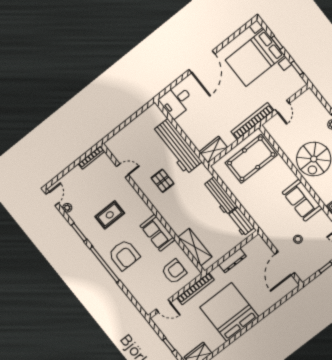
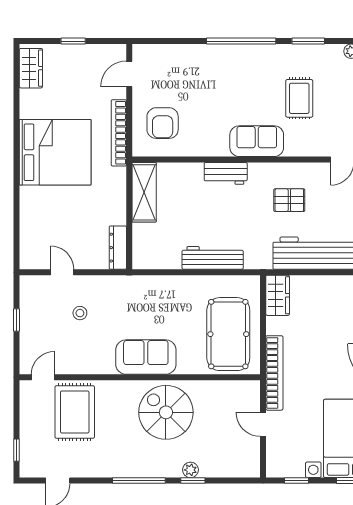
sofa: (302, 200) -> (146, 357), moved
workbench: (241, 222) -> (226, 173), moved, turned 180
sofa: (158, 233) -> (257, 141), moved
shelving: (195, 247) -> (144, 192), moved, turned 90
armchair: (124, 255) -> (234, 76), removed
dresser: (233, 261) -> (118, 248), moved
door: (285, 263) -> (62, 272), width x0.53

